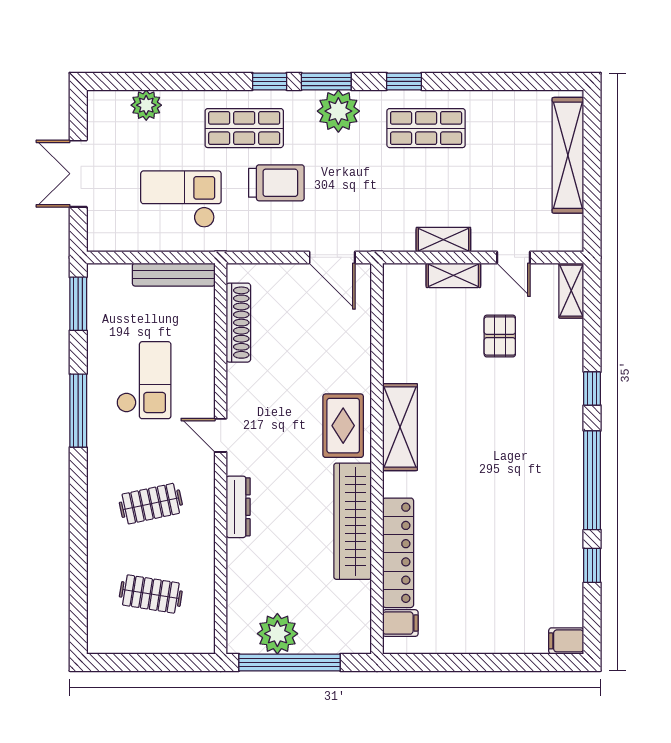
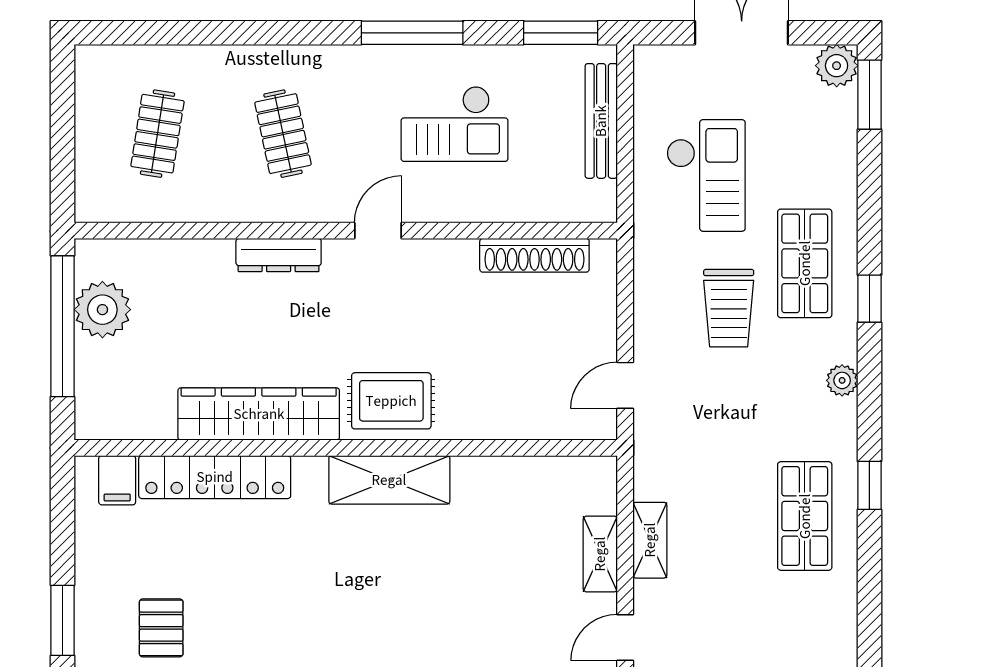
window: (326, 81) -> (869, 95), moved
plant: (146, 105) -> (837, 66), moved
plant: (338, 111) -> (842, 380), width x0.53, depth x0.53
door: (332, 257) -> (625, 385), width x0.73
bench: (174, 275) -> (601, 121), moved
pallet: (500, 336) -> (161, 628), moved, turned 90
window: (501, 662) -> (63, 620), added

